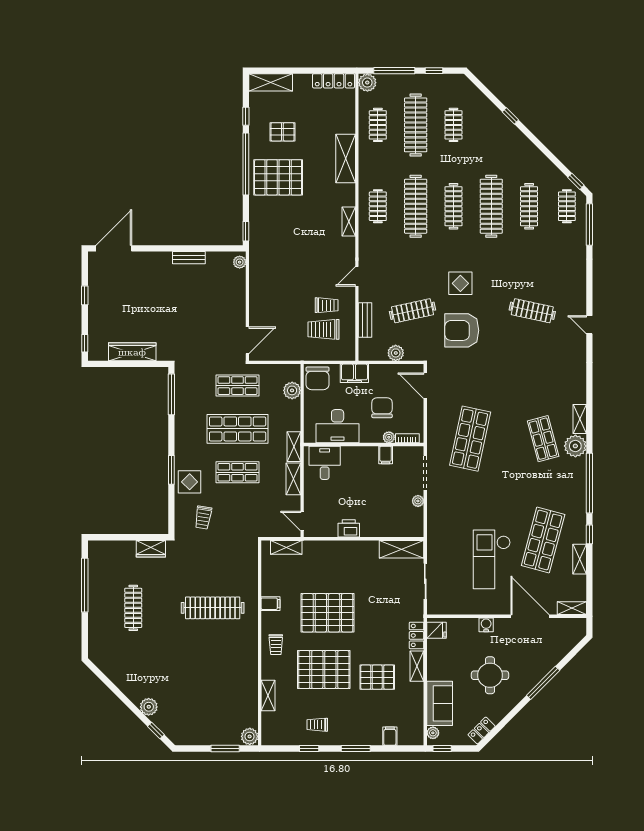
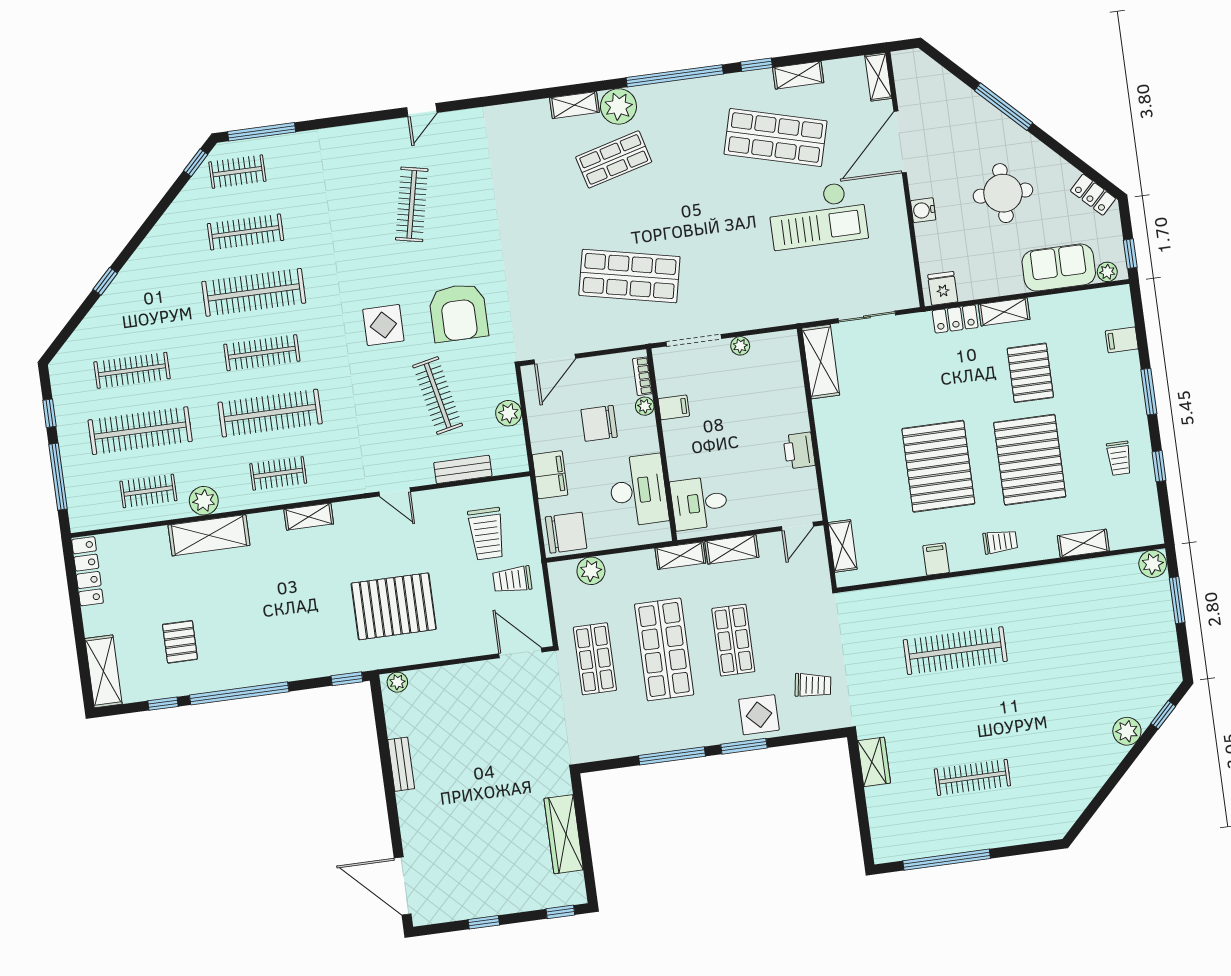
plant: (367, 83) -> (204, 501), moved
clothes rail: (453, 125) -> (132, 370), width x1.36
pallet: (278, 177) -> (394, 606), moved, turned 90
trolley: (327, 305) -> (512, 580), moved, turned -90
window: (171, 394) -> (672, 756), moved
clothes rail: (213, 608) -> (955, 651), turned 90

